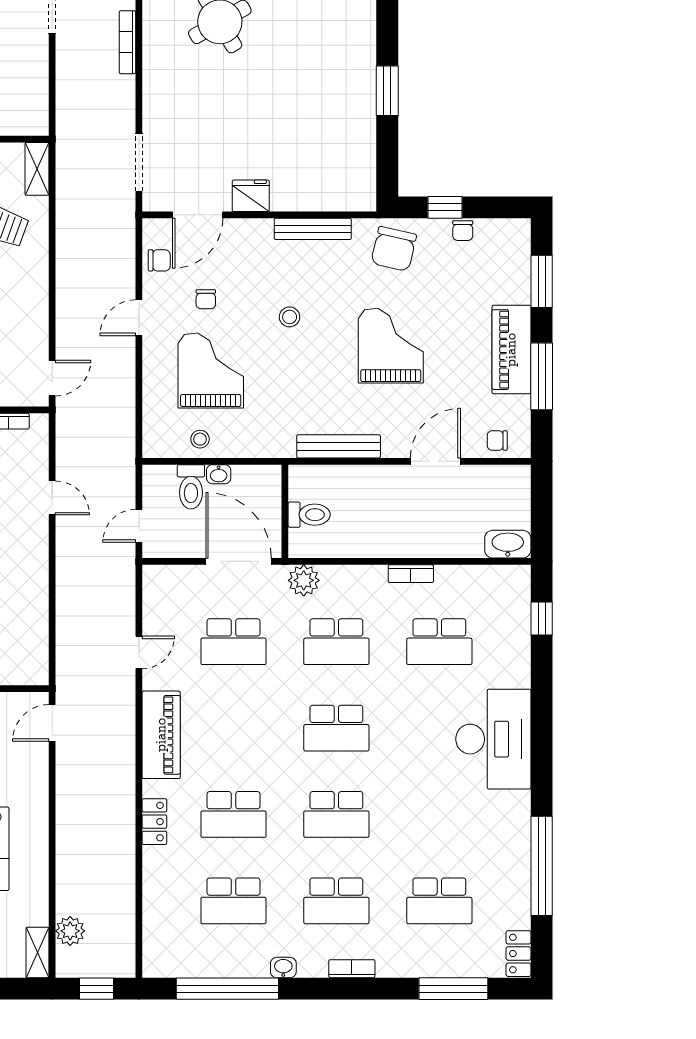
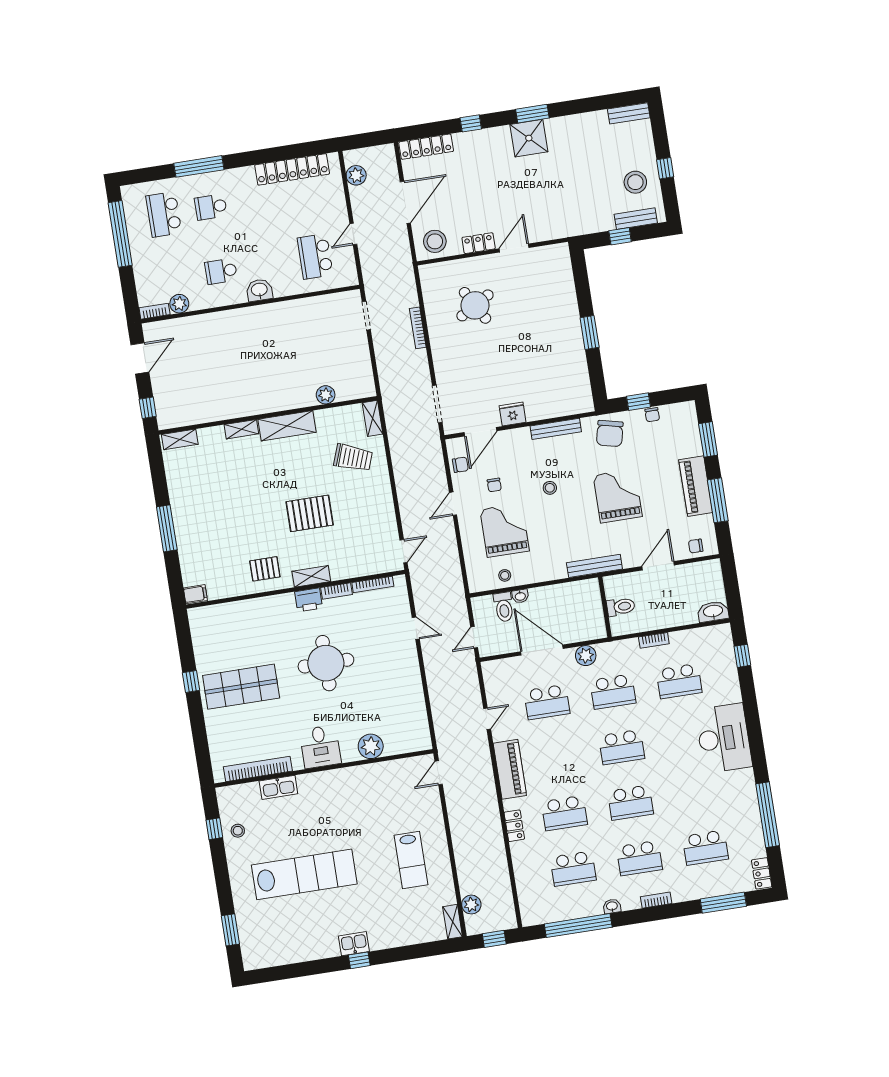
wall: (285, 511) -> (605, 607), moved
toilet: (309, 515) -> (621, 607), moved

